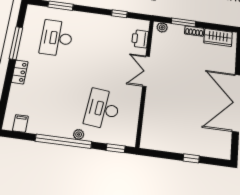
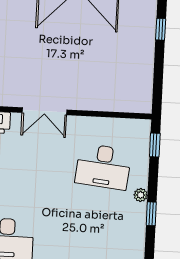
window: (63, 141) -> (151, 214), width x0.32
window: (191, 158) -> (161, 29), moved

